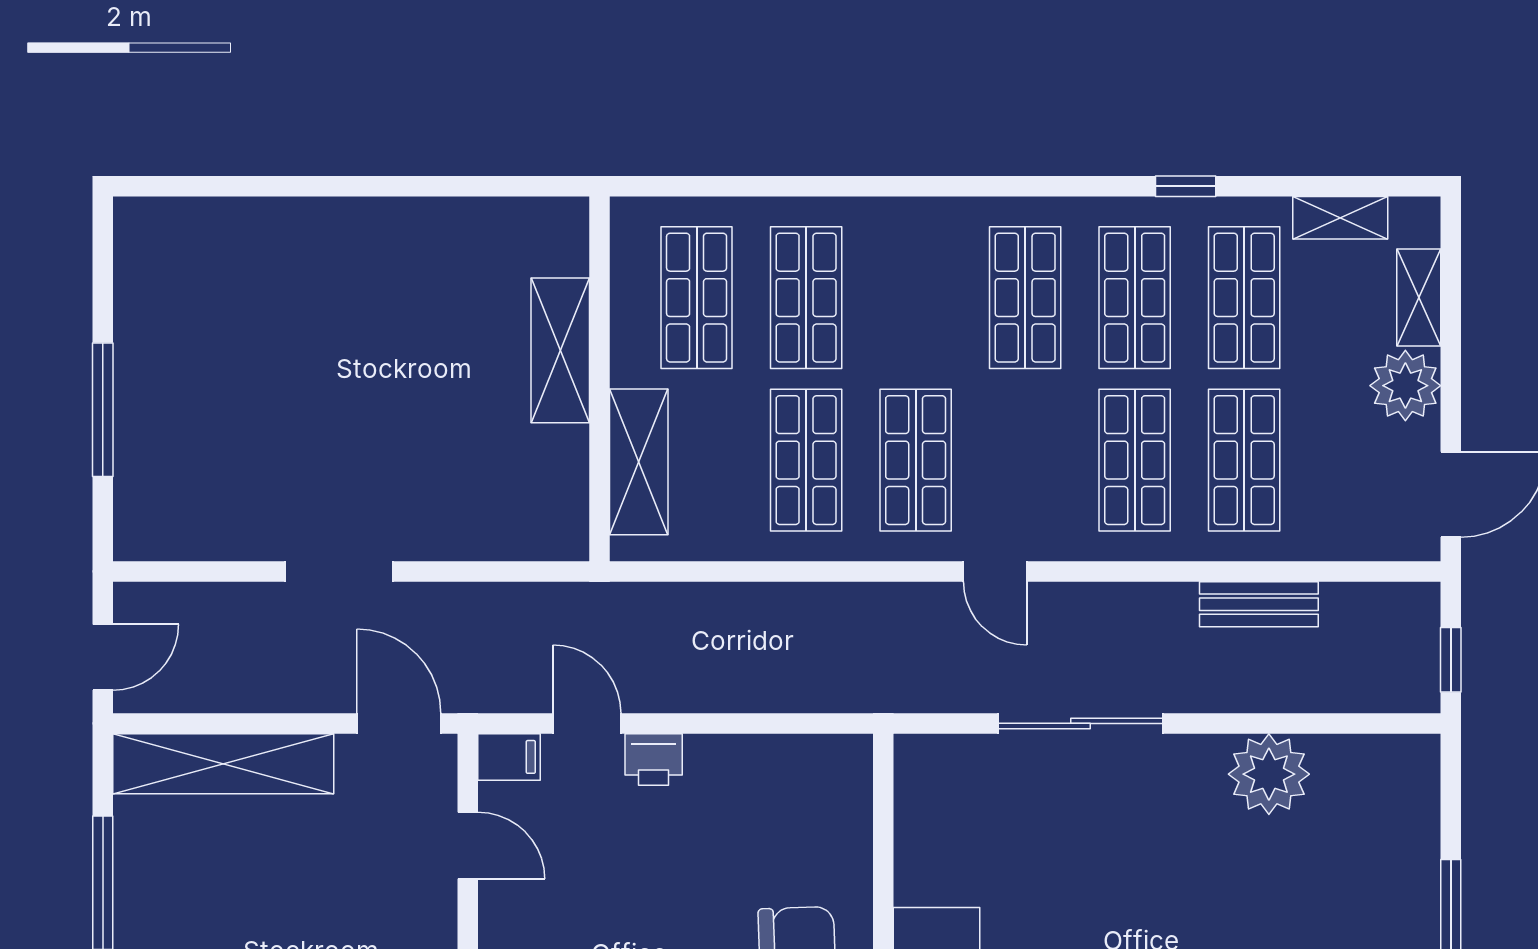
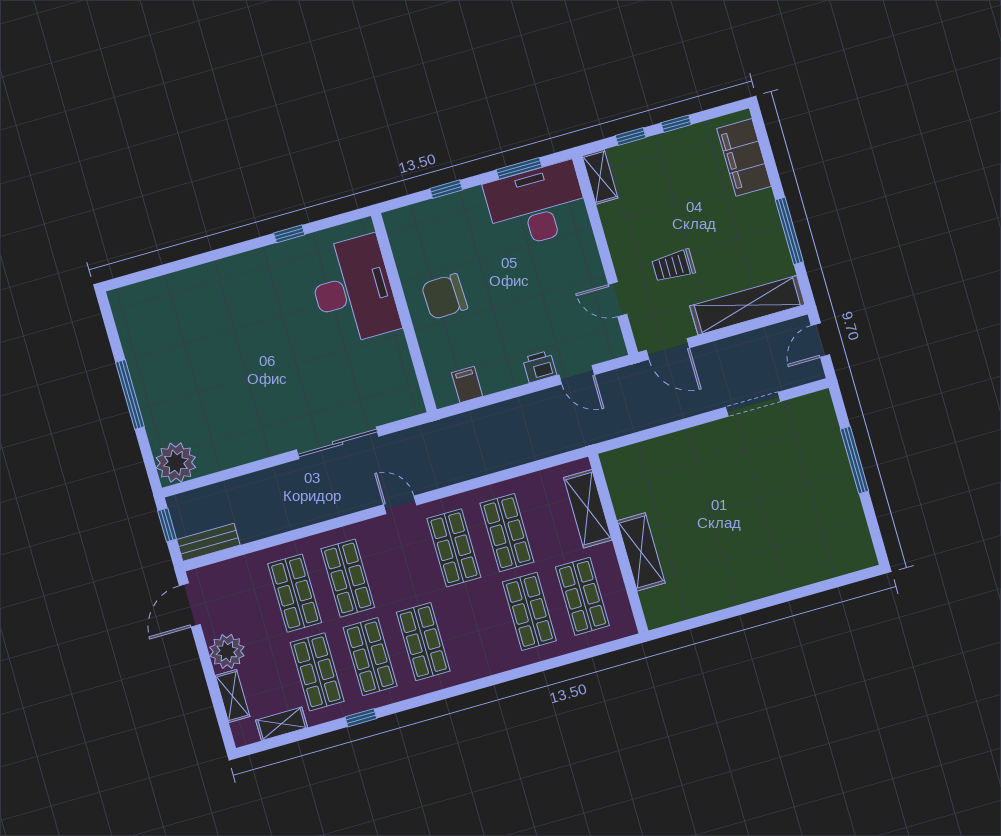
doorway: (339, 571) -> (753, 404), moved
bench: (1259, 604) -> (208, 542), moved
filing cabinet: (509, 757) -> (467, 385), moved, turned 90
plant: (1269, 774) -> (176, 463), moved
trolley: (343, 879) -> (674, 266), added

